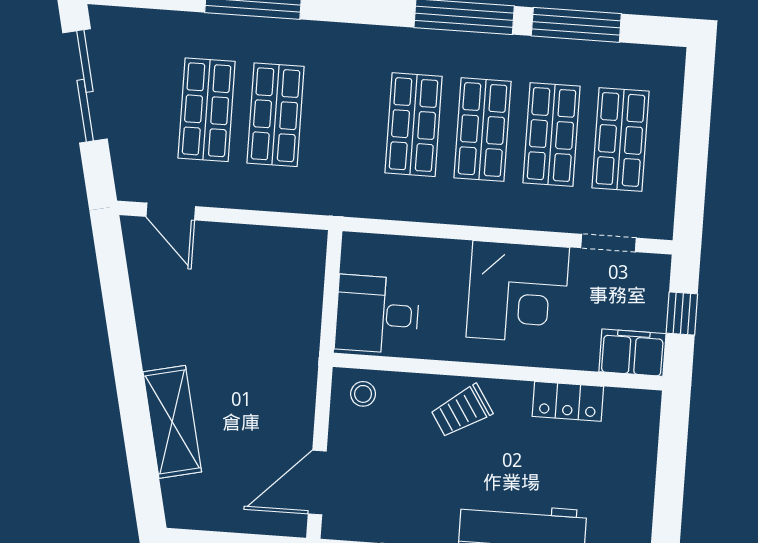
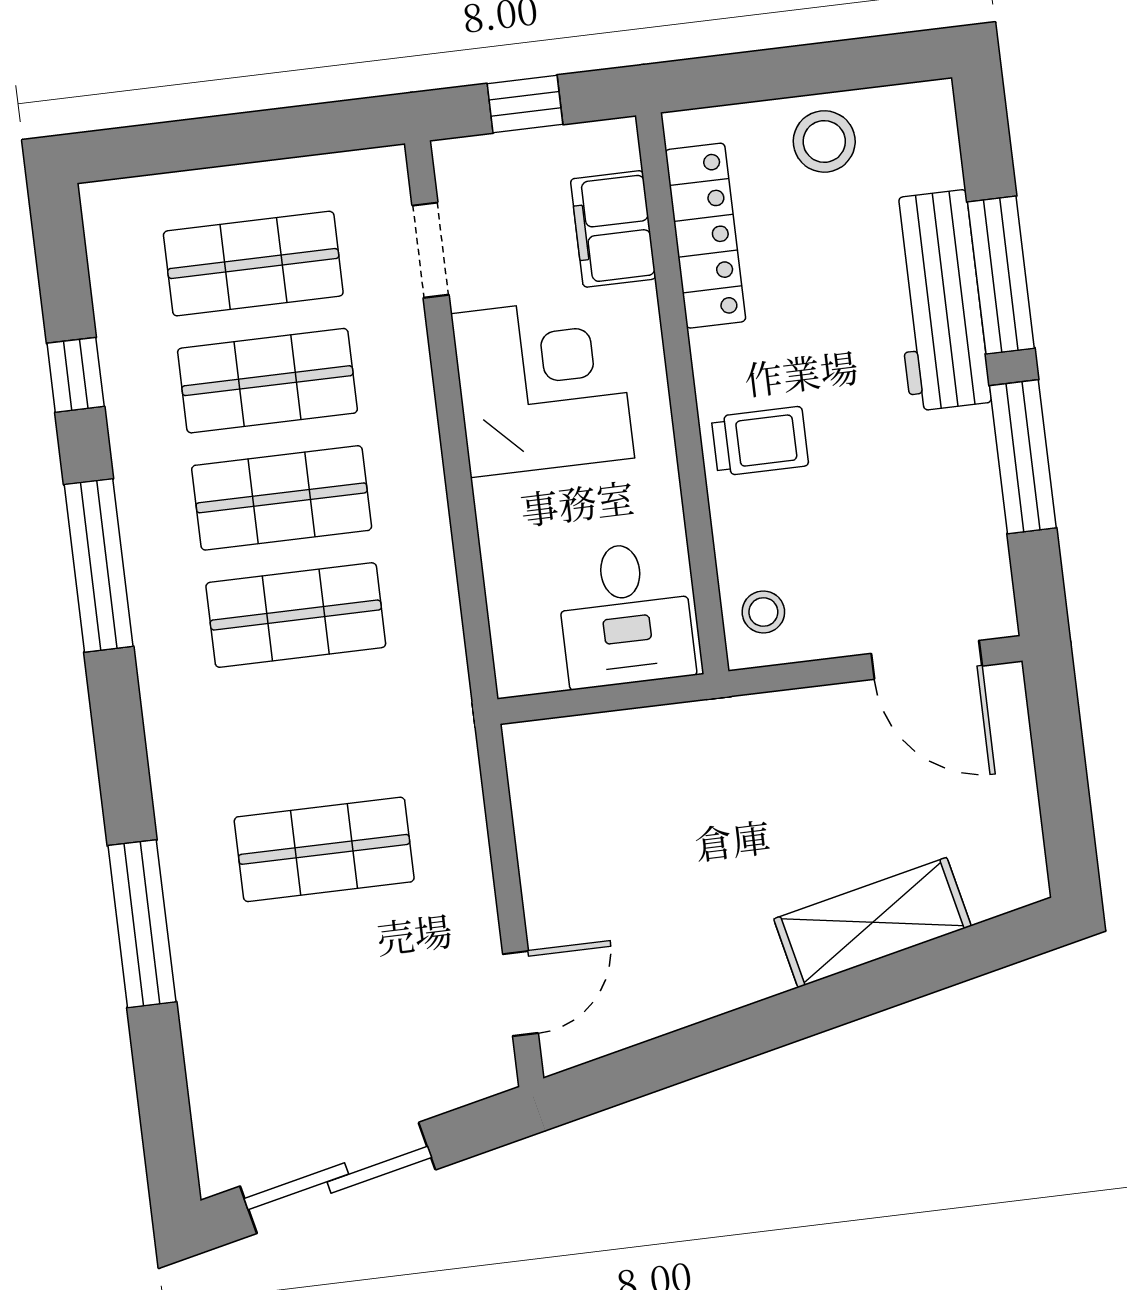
window: (576, 25) -> (76, 375), width x0.46
shop shelf: (207, 110) -> (338, 967), removed
filing cabinet: (632, 353) -> (613, 229), moved
locker: (568, 401) -> (705, 236), width x1.53
trolley: (462, 411) -> (760, 441), turned -57
stool: (627, 482) -> (824, 141), added

